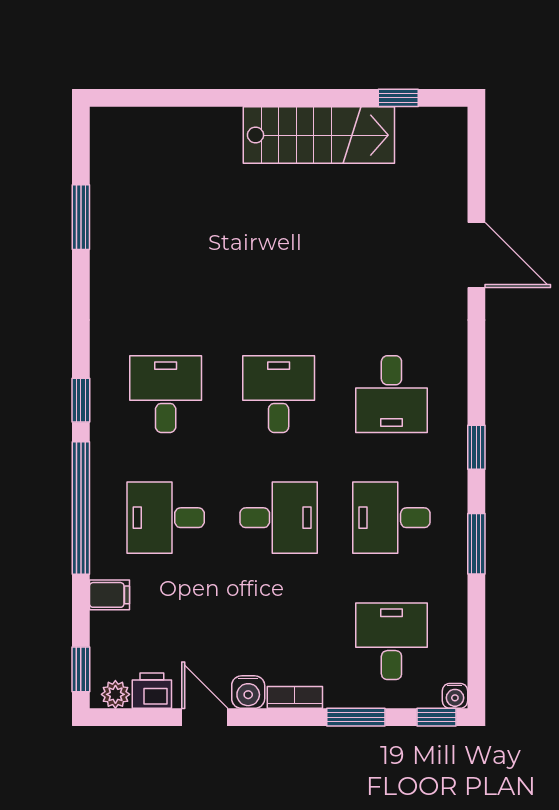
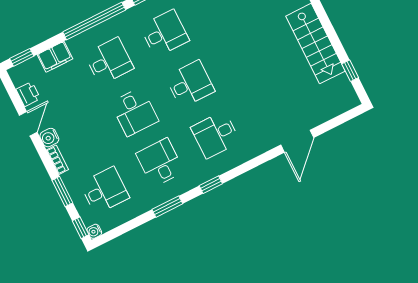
desk: (166, 518) -> (109, 61), turned 90
filing cabinet: (110, 595) -> (55, 57), width x2.00
plant: (115, 694) -> (18, 78), removed

